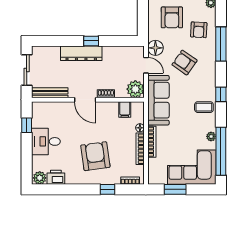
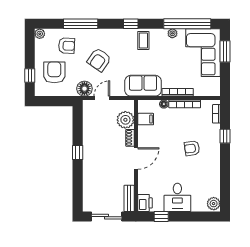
armchair: (172, 17) -> (54, 72), turned -90
dresser: (81, 53) -> (90, 162), removed
plant: (135, 89) -> (125, 120), moved
bench: (50, 93) -> (129, 198), width x0.73
sofa: (158, 100) -> (143, 86), width x0.73
armchair: (95, 156) -> (192, 148), width x0.53, depth x0.53
printer: (56, 177) -> (145, 203), moved, turned 180
window: (175, 189) -> (225, 51), moved

